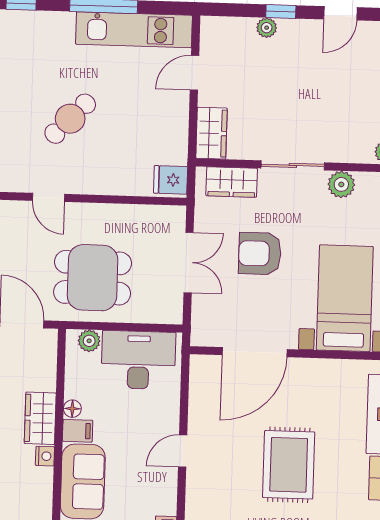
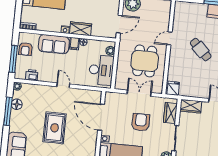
double door: (189, 263) -> (139, 93), swing flipped
dining table: (93, 278) -> (145, 61), moved
rug: (289, 465) -> (55, 128), turned 90

